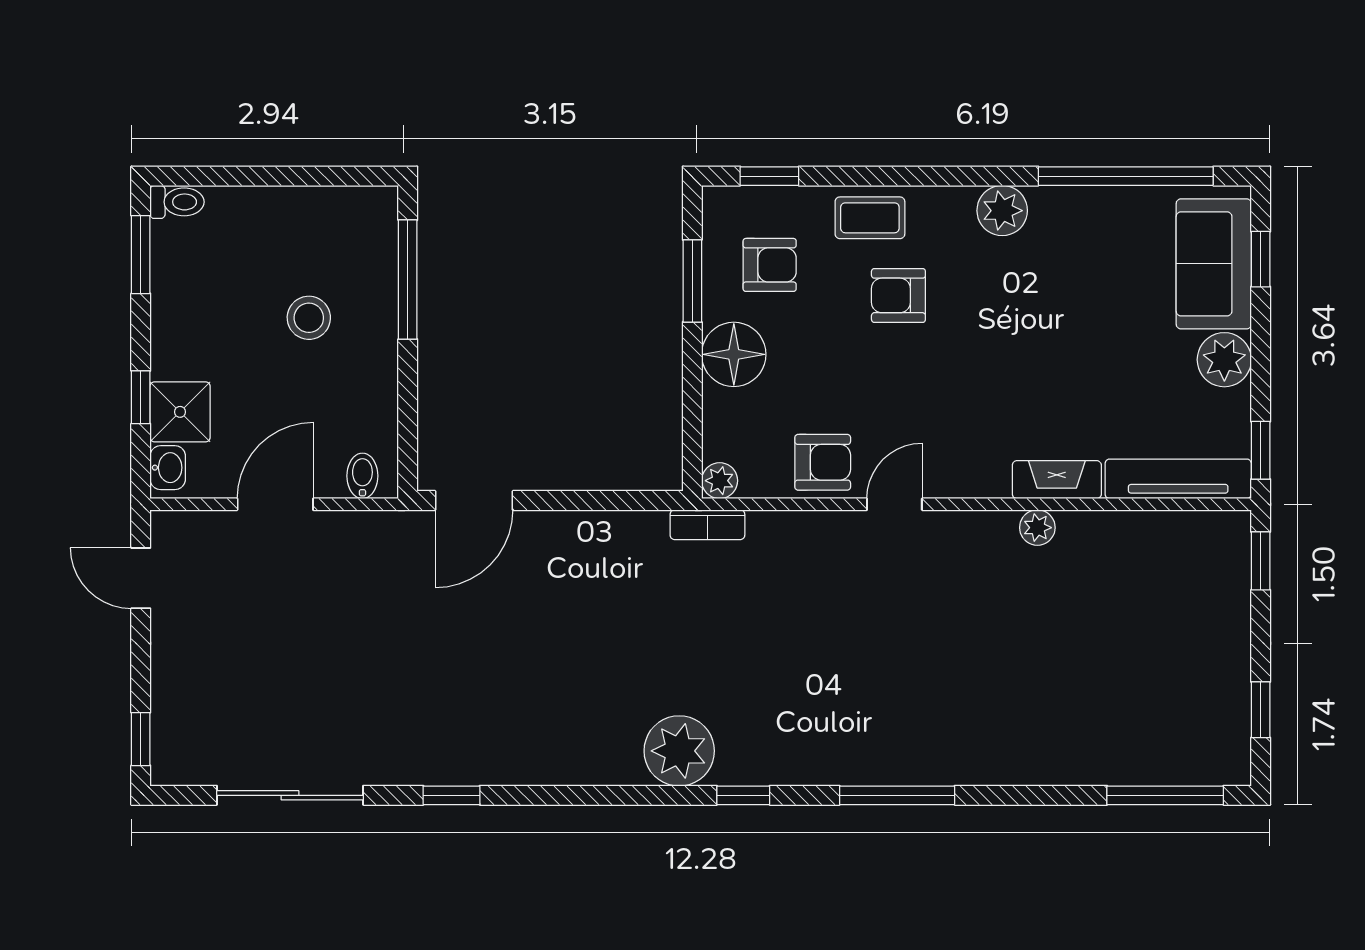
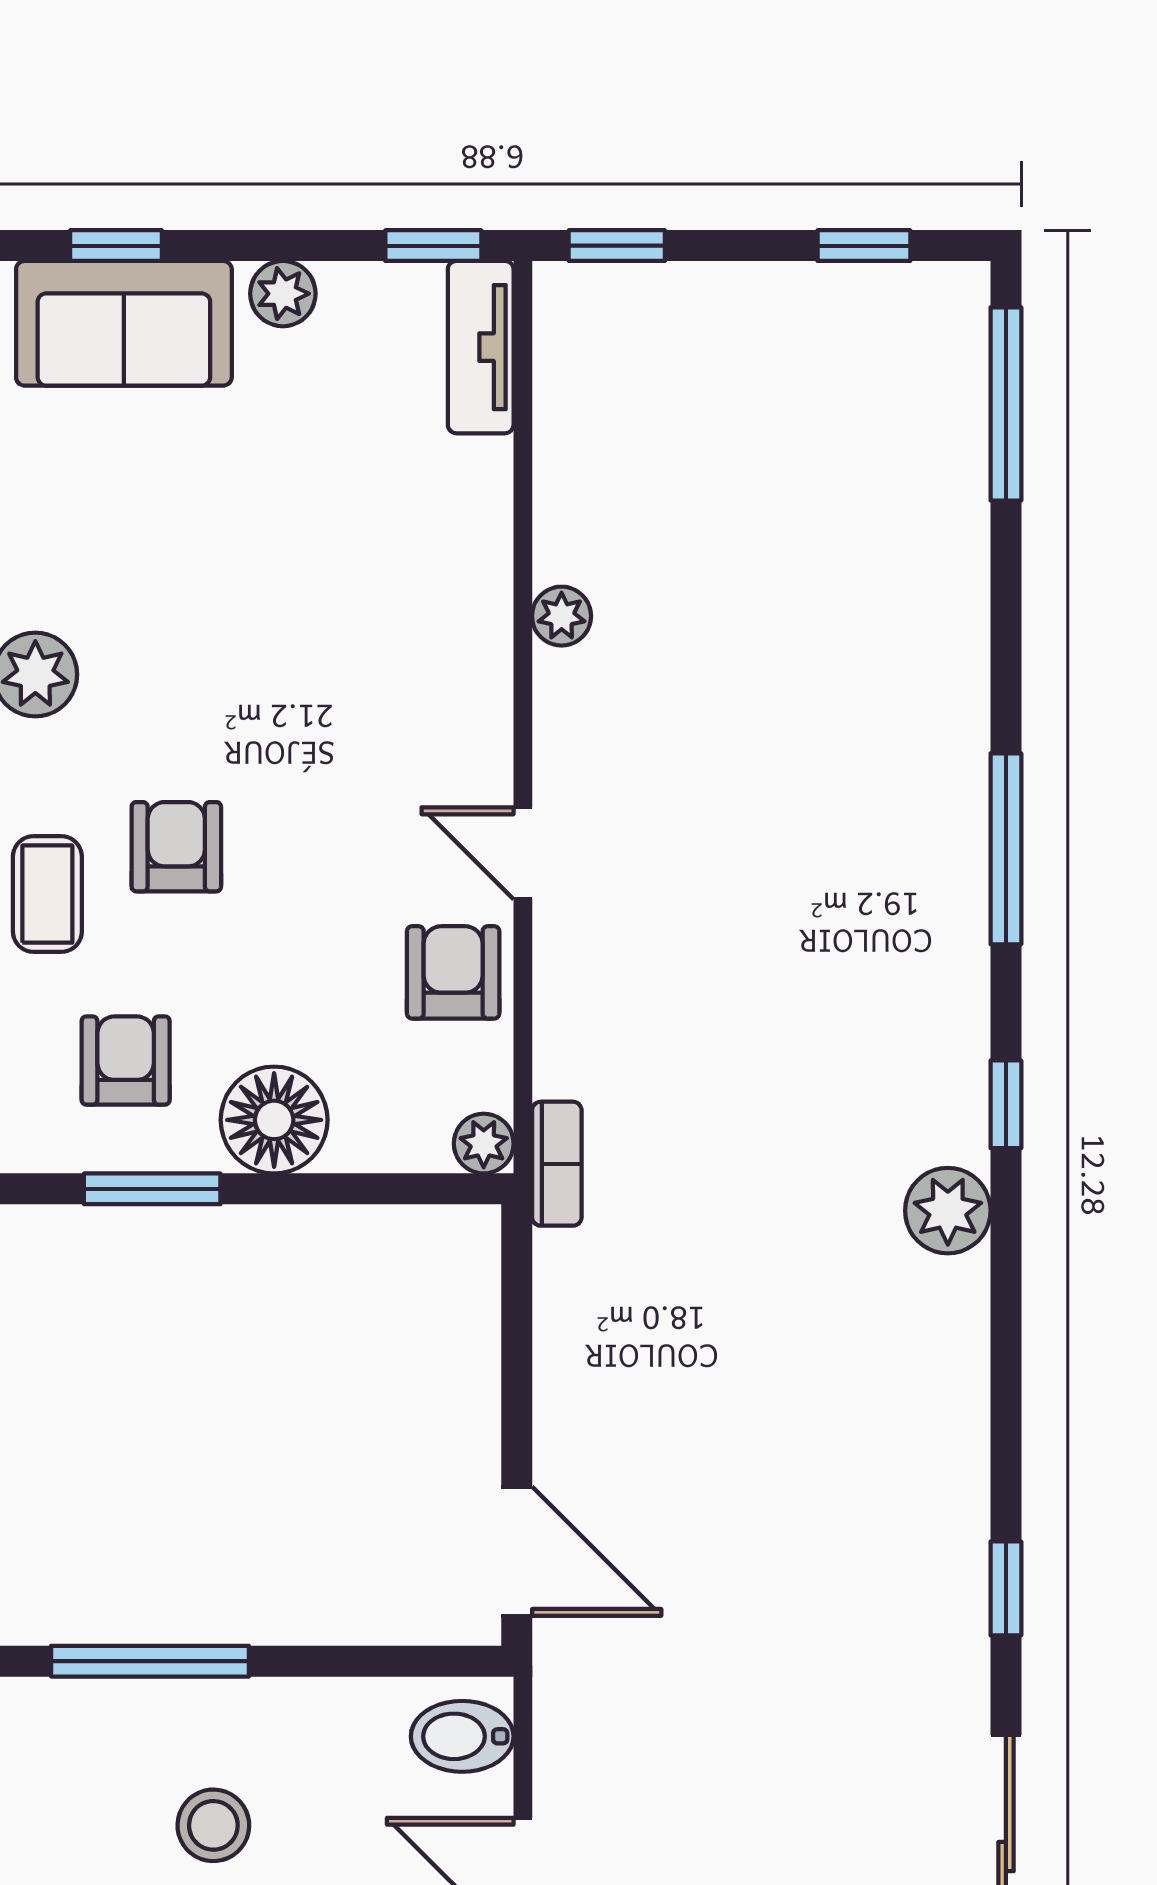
armchair: (898, 295) -> (176, 847), turned 180
plant: (1224, 360) -> (283, 294), width x0.73, depth x0.73
bidet: (362, 476) -> (462, 1736), width x1.38, depth x1.36
tv unit: (1178, 479) -> (481, 347), width x0.71
fireplace: (1057, 480) -> (482, 584), removed
plant: (679, 751) -> (948, 1211), width x0.73, depth x0.73

